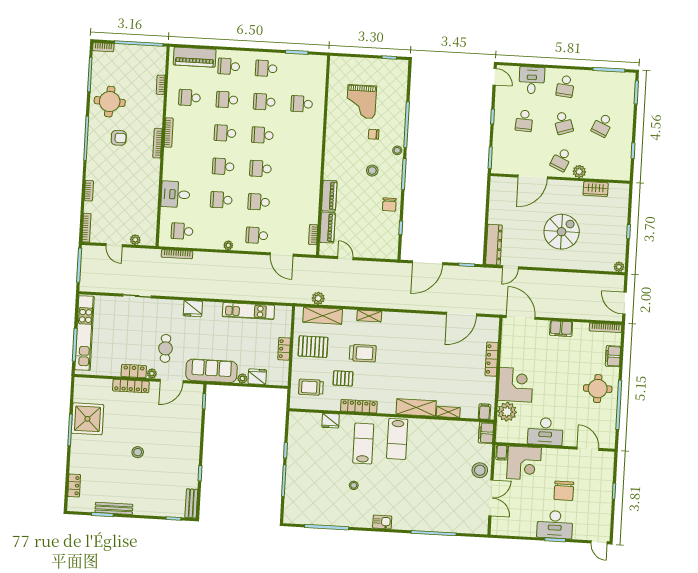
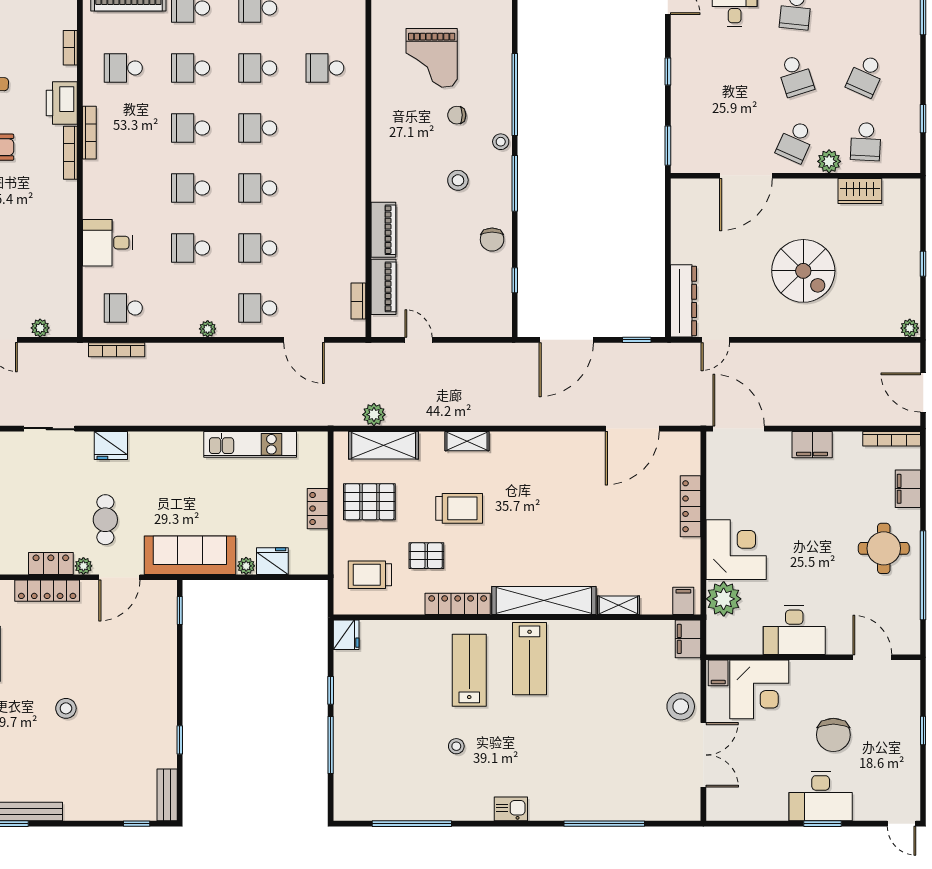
printer: (154, 115) -> (62, 103), added
school desk: (524, 121) -> (866, 142), moved
spiral stairs: (562, 232) -> (803, 271), turned 90
fridge: (193, 309) -> (111, 445), moved
shelving: (416, 407) -> (544, 600), width x1.47
fridge: (331, 421) -> (346, 635), moved, turned -90

